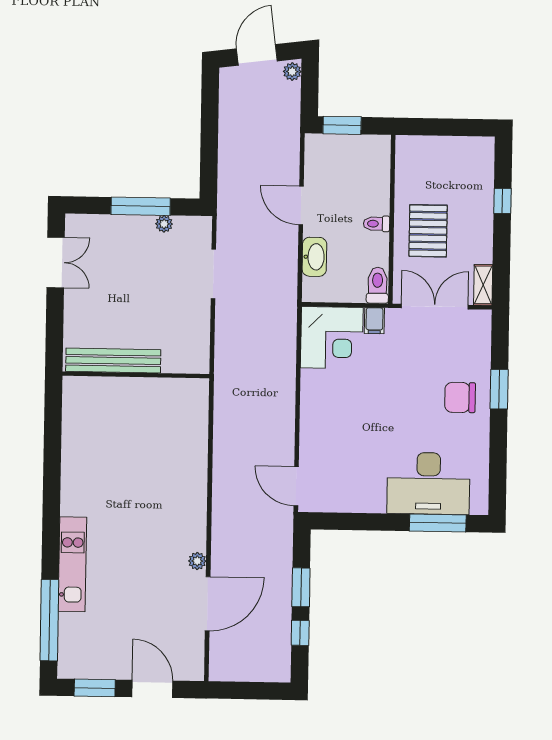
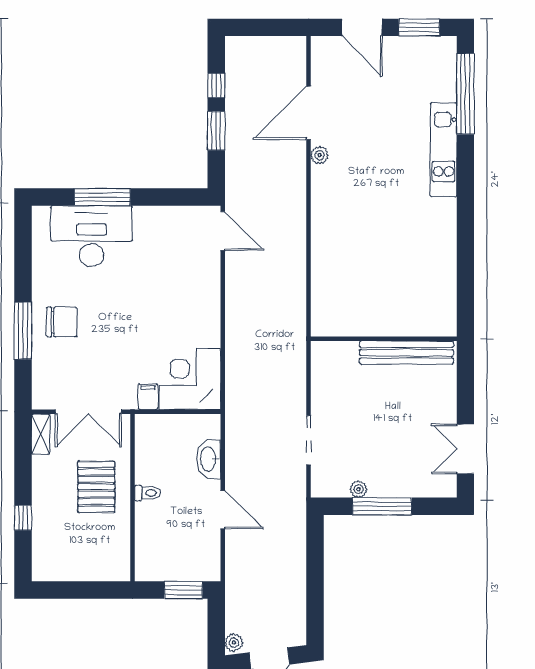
toilet: (377, 285) -> (146, 432), removed
window: (499, 389) -> (23, 331), width x1.44
window: (438, 523) -> (102, 197), moved

